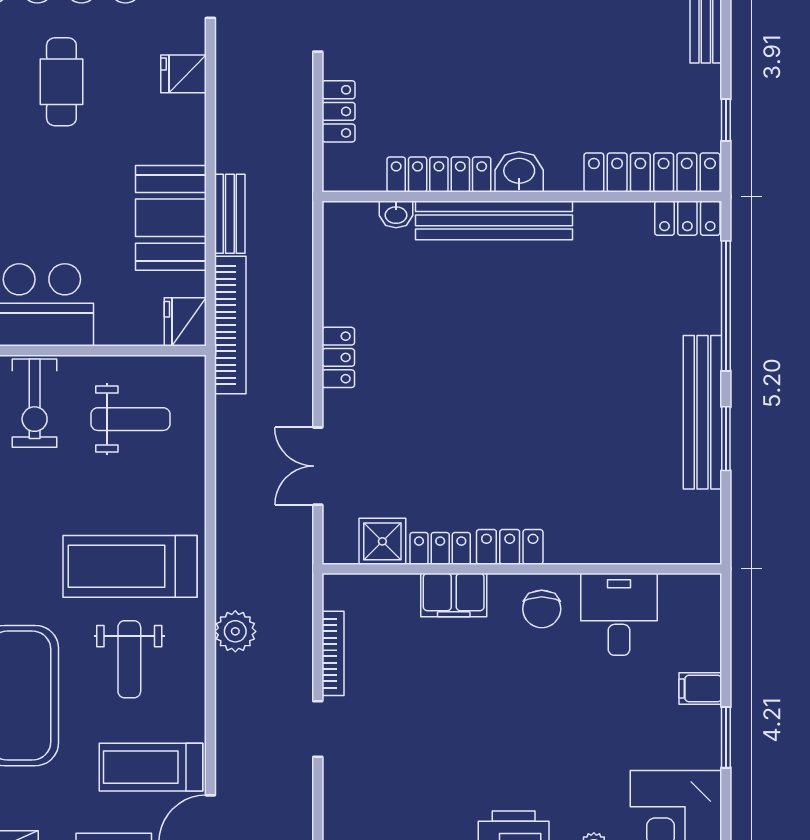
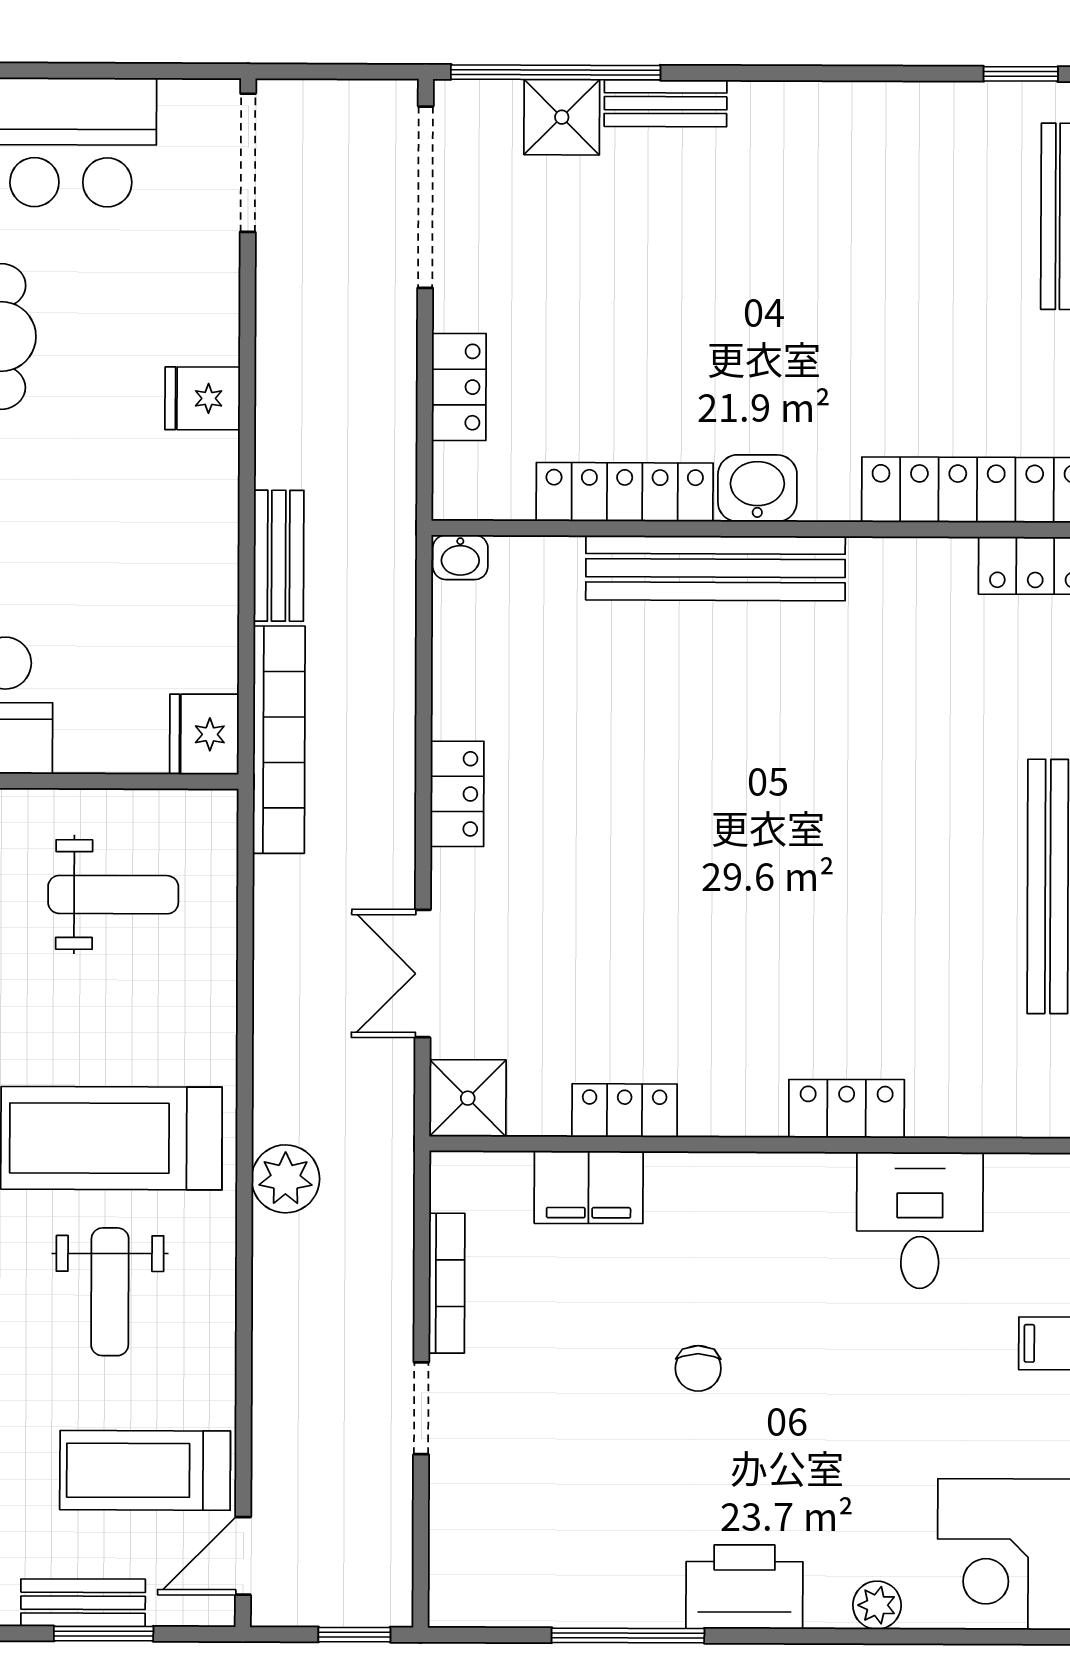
fridge: (183, 74) -> (203, 398), moved
washbasin: (396, 214) -> (460, 557), moved
booth: (171, 218) -> (181, 562), removed
shower: (382, 541) -> (468, 1098), moved
locker: (510, 547) -> (847, 1109), moved
filing cabinet: (454, 595) -> (589, 1187), moved
chair: (542, 609) -> (698, 1368), moved, width x0.73, depth x0.73
plant: (235, 631) -> (286, 1179), moved

